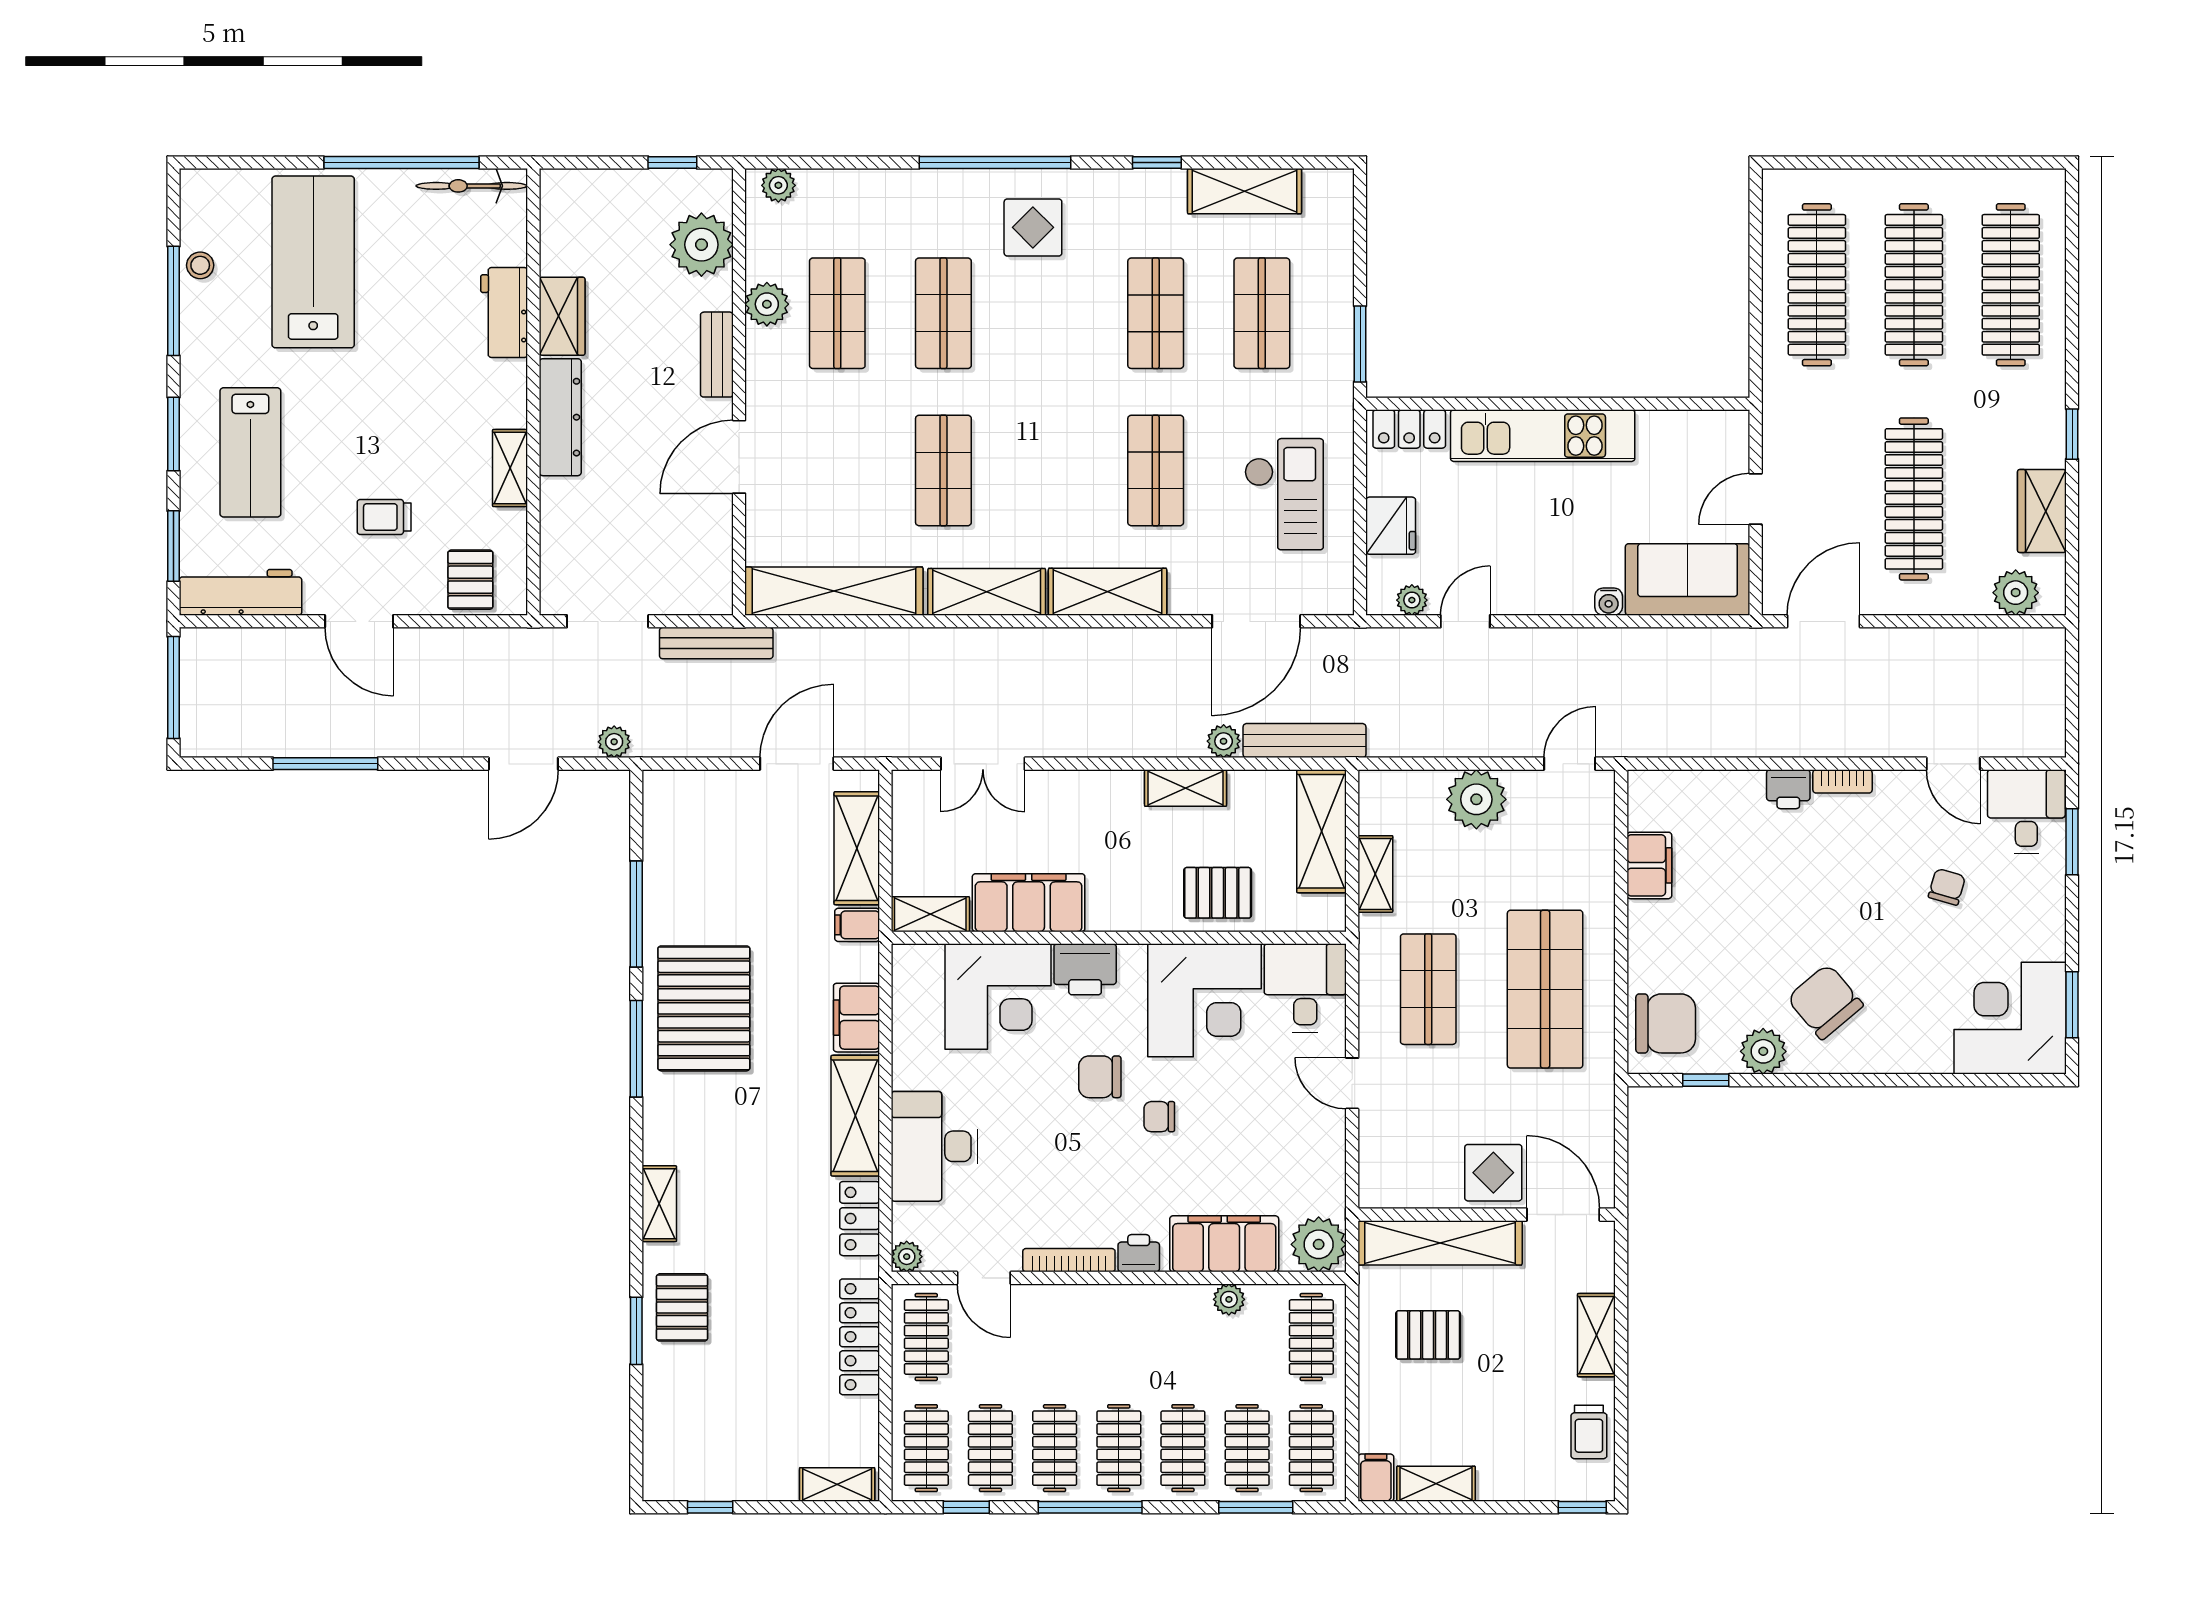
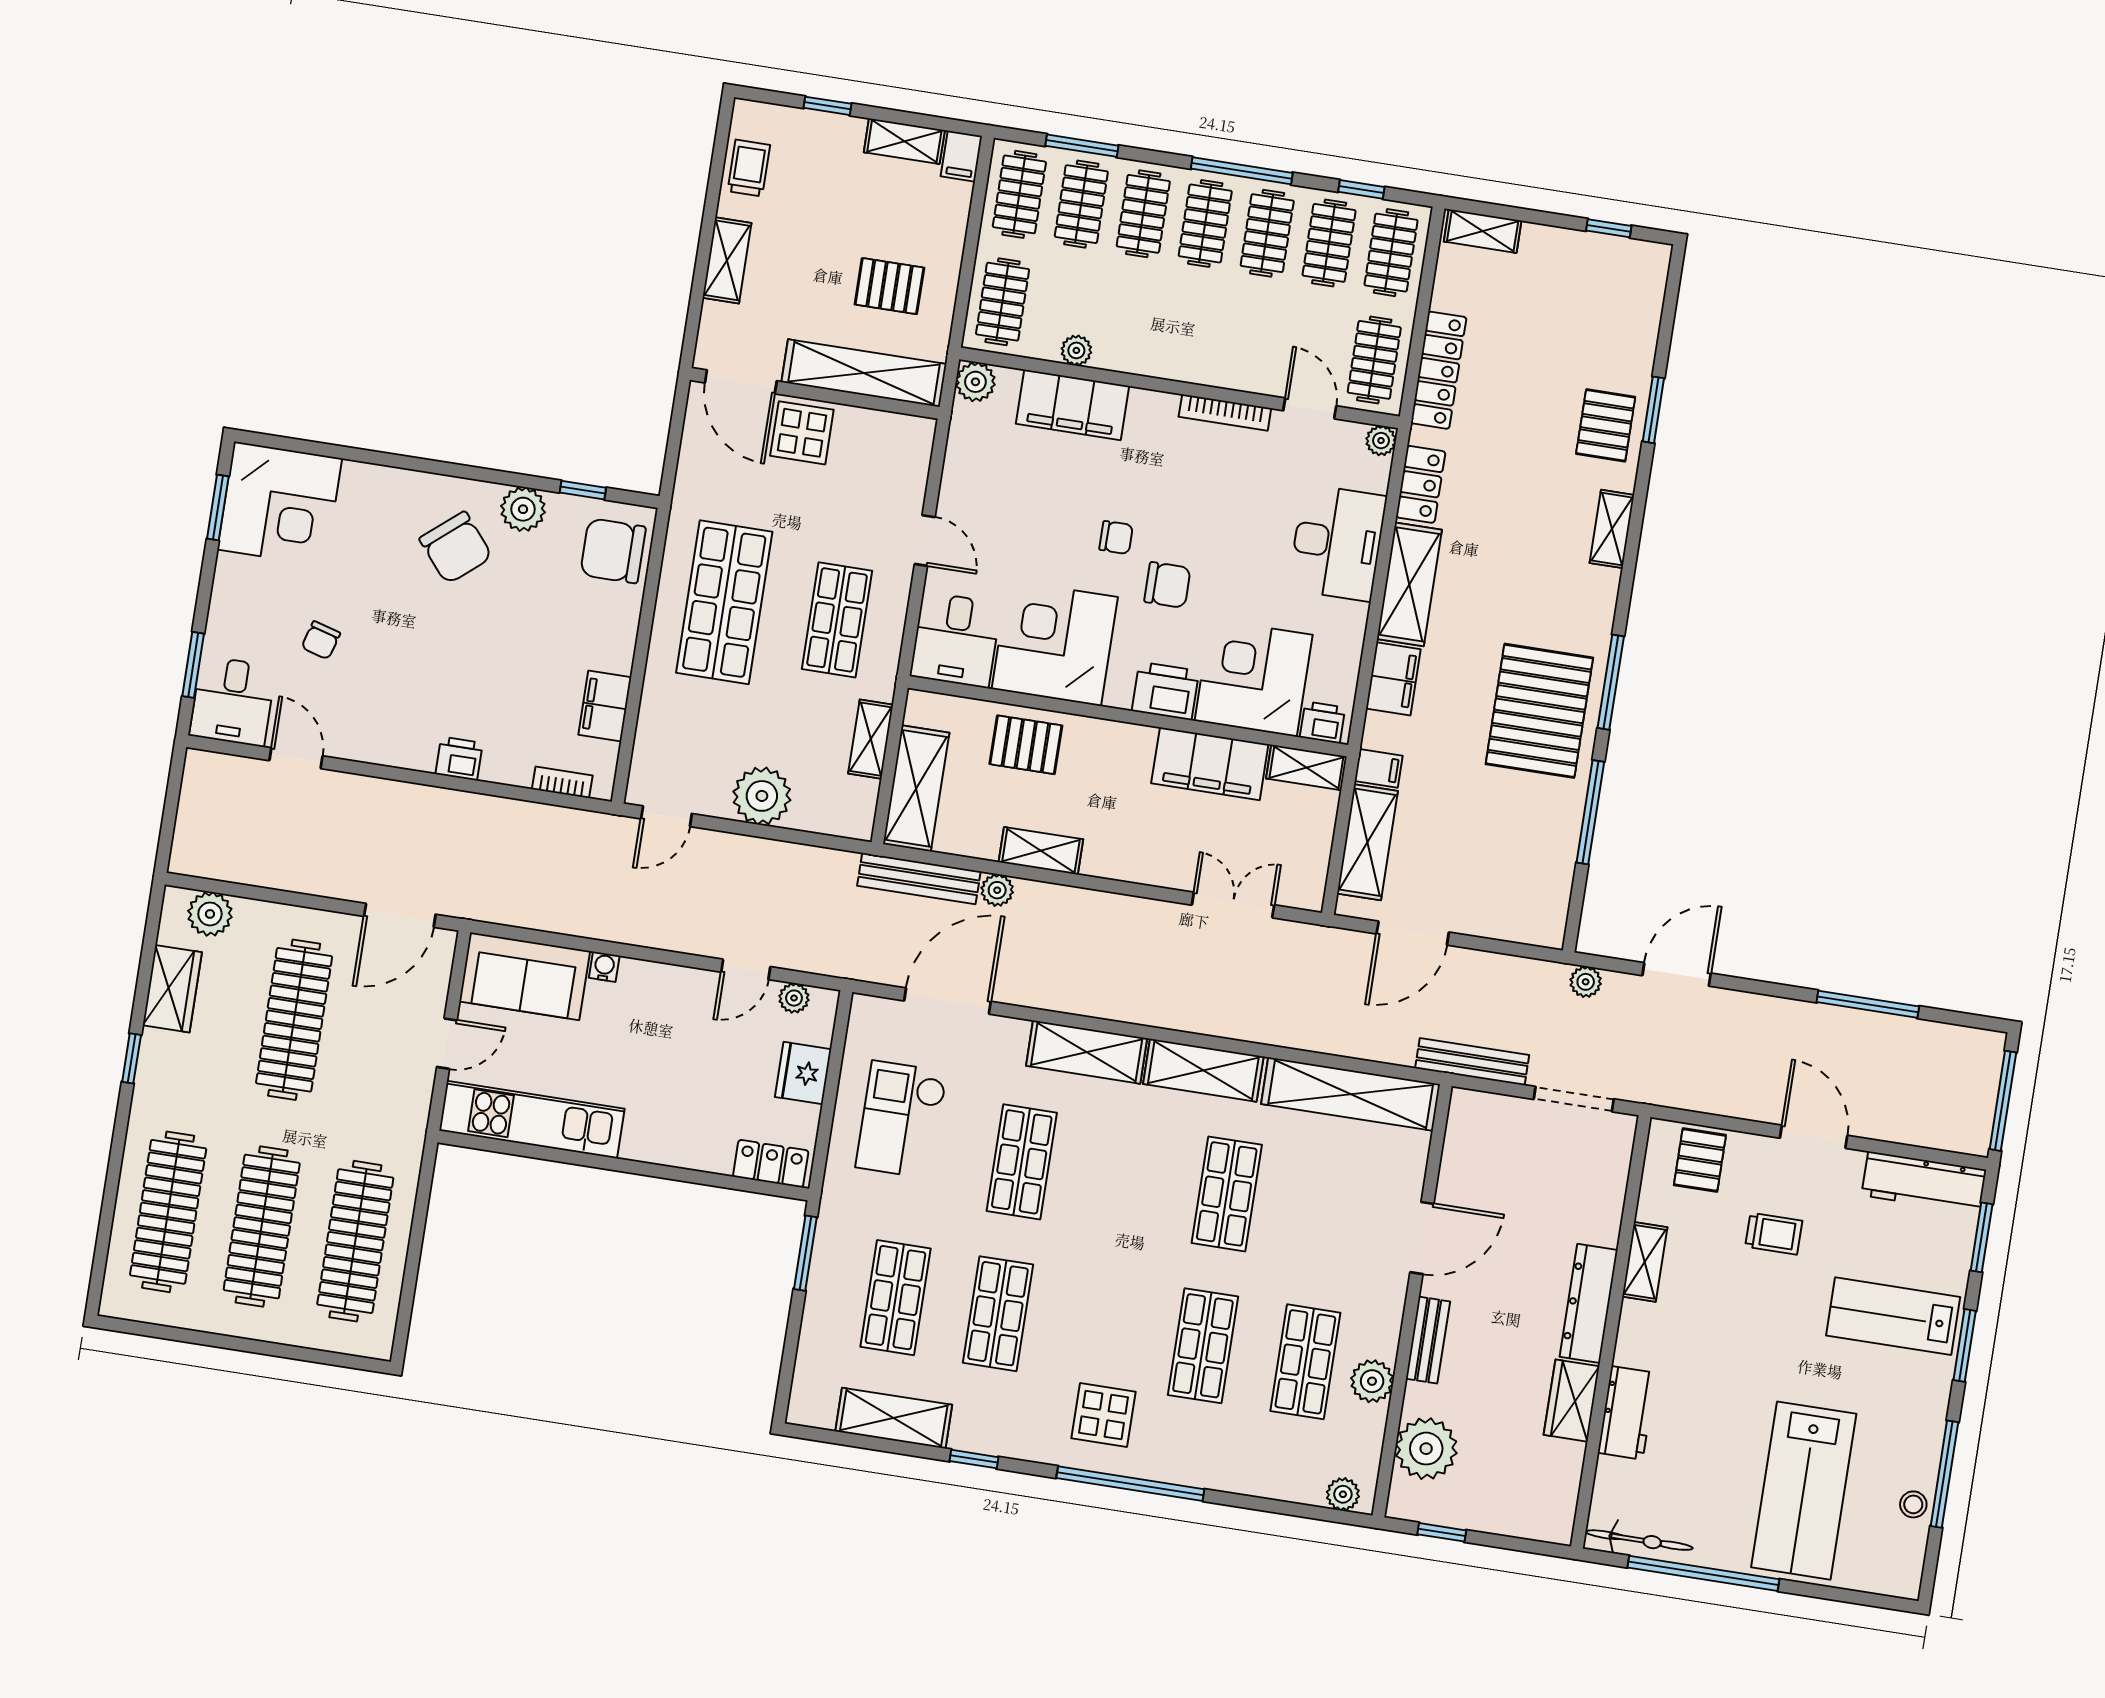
kitchen unit: (1543, 436) -> (532, 1120), moved
lab bench: (250, 452) -> (1893, 1316), turned -90
bookcase: (1843, 781) -> (562, 782), moved
plant: (1319, 1244) -> (975, 382), width x0.73, depth x0.73
printer: (1139, 1253) -> (1322, 722), moved, turned 180
window: (1582, 1507) -> (827, 106), moved

